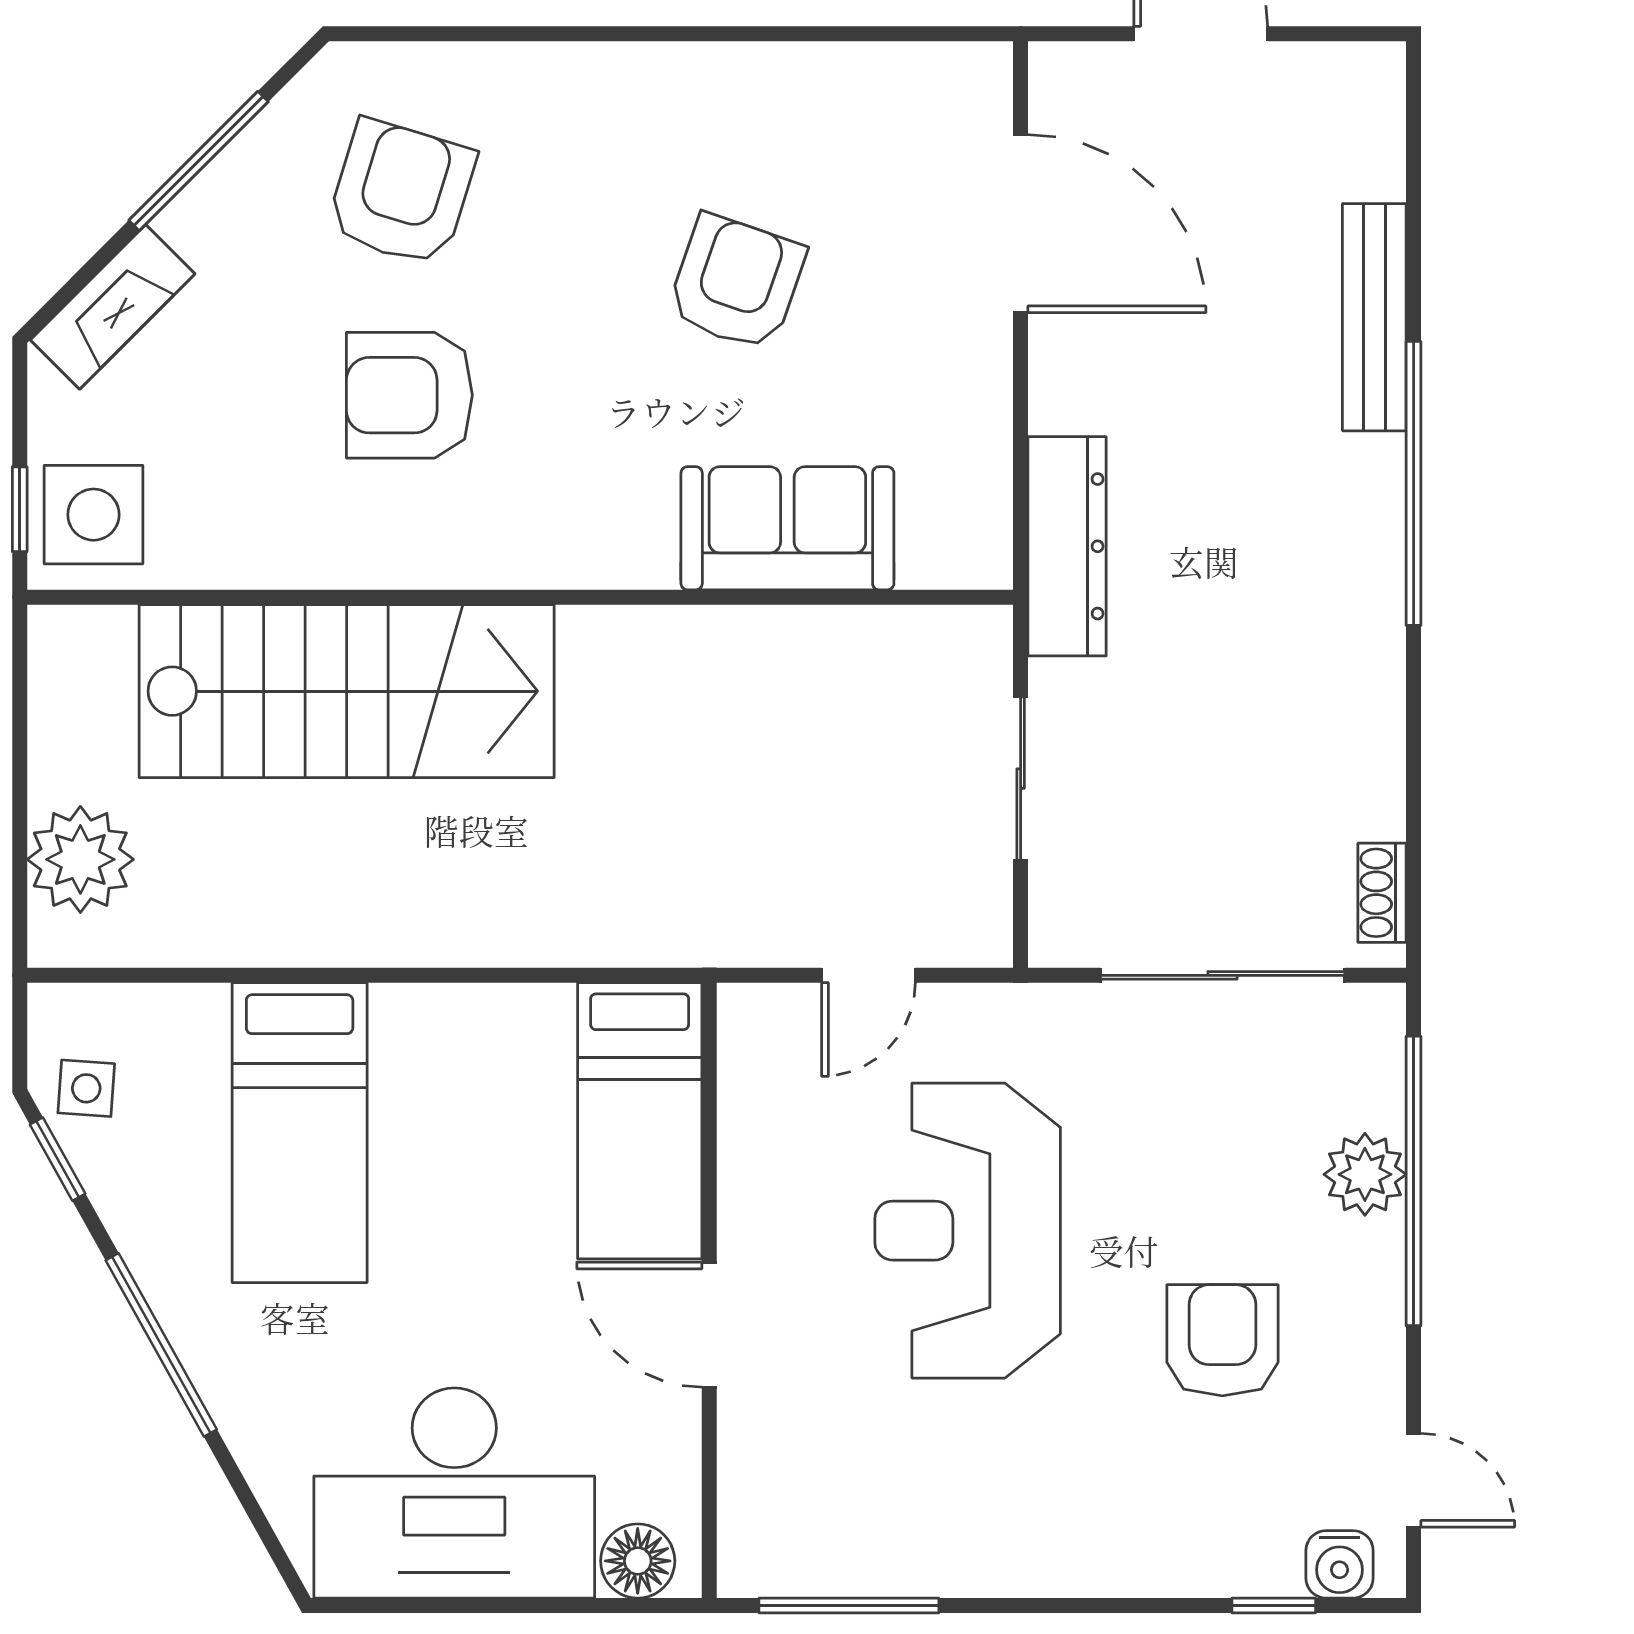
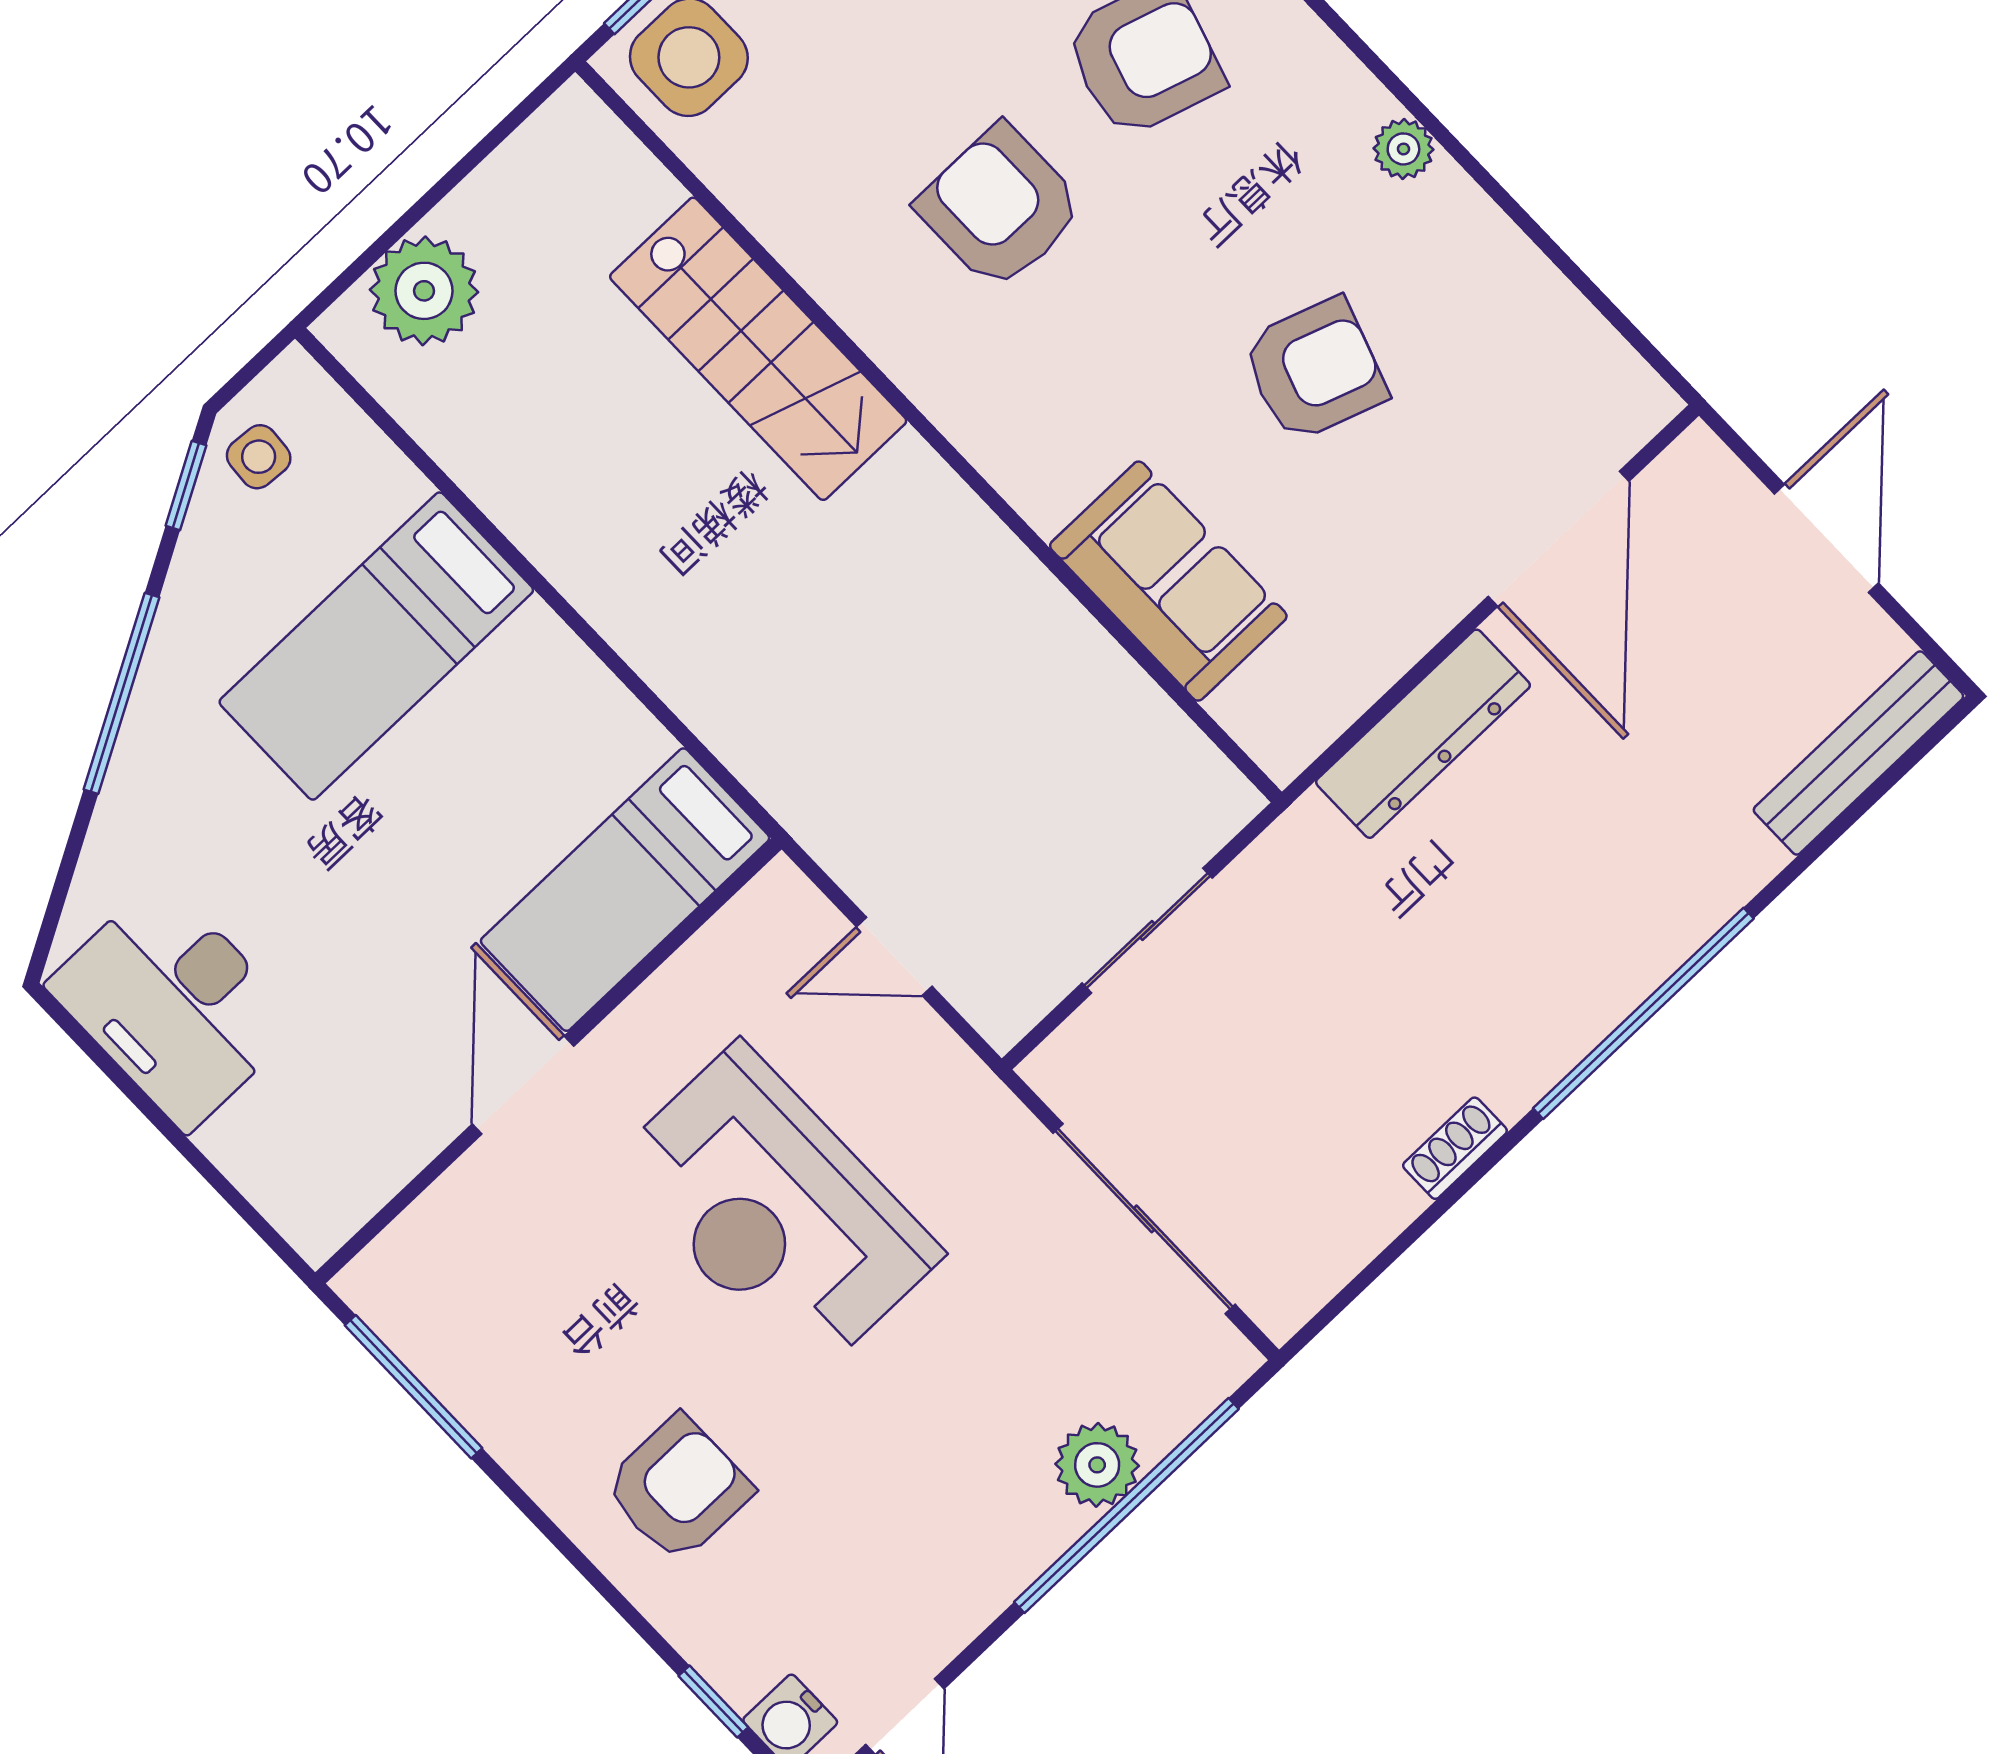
plant: (640, 71) -> (1403, 149), added
bench: (1374, 317) -> (1858, 753), moved
dresser: (1067, 546) -> (1423, 734), moved
stairs: (347, 691) -> (758, 349), width x0.73, depth x0.66
shoe rack: (1382, 893) -> (1455, 1148), moved
reception desk: (968, 1231) -> (775, 1210), turned -90
armchair: (1222, 1340) -> (678, 1489), moved
desk: (454, 1493) -> (174, 1004), width x0.73, depth x0.77
floor lamp: (638, 1561) -> (298, 1199), removed

